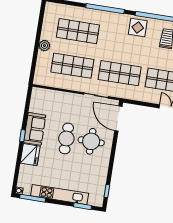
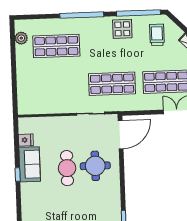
plant: (44, 46) -> (21, 38), moved
shop shelf: (72, 66) -> (58, 86), removed
door: (118, 119) -> (121, 135), swing flipped
fridge: (30, 155) -> (26, 140), moved, width x0.53, depth x0.75

